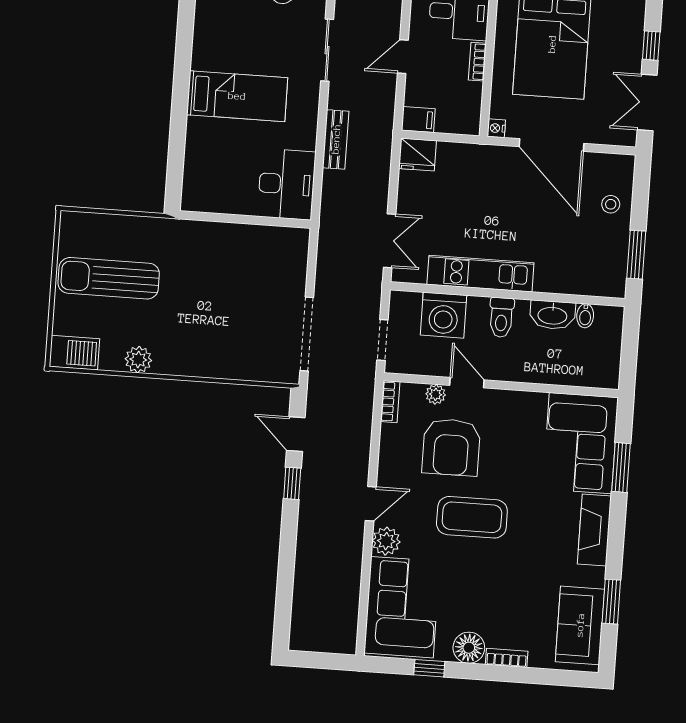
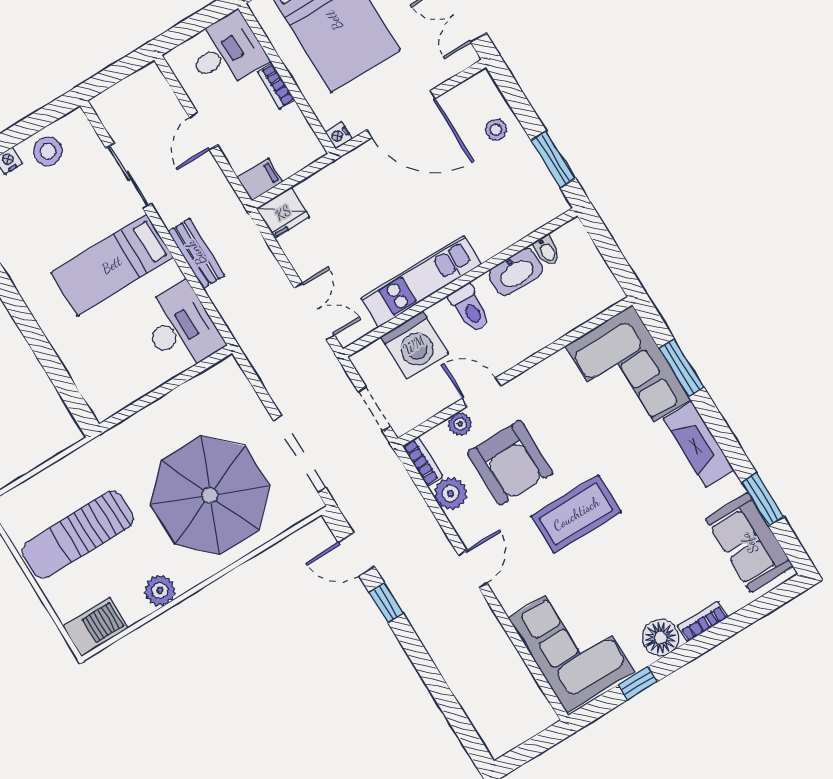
bed: (237, 96) -> (112, 265), moved, turned 180
parasol: (222, 318) -> (210, 495), added
plant: (386, 541) -> (451, 494), moved

